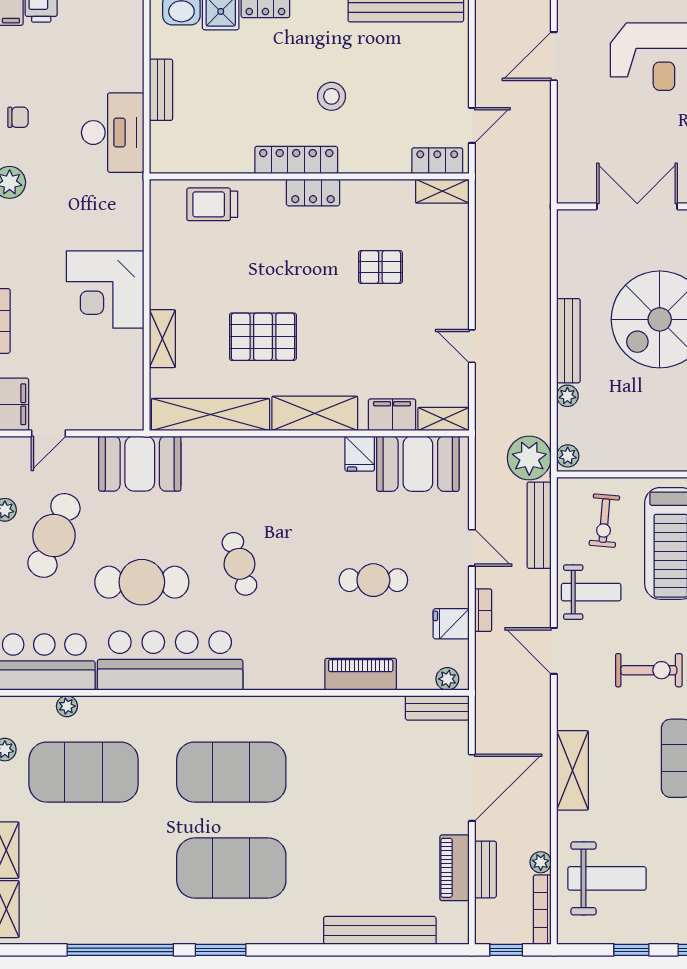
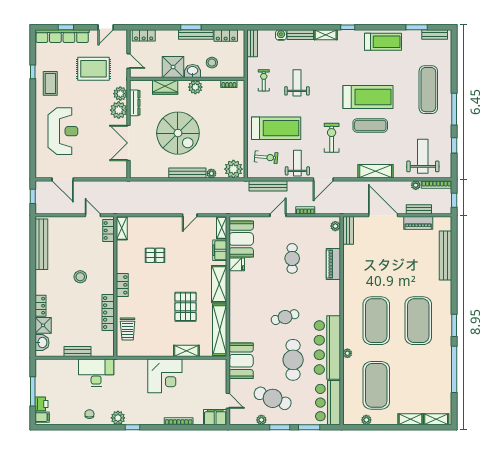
locker: (296, 160) -> (108, 313), moved
pallet: (380, 267) -> (155, 255), turned 90
plant: (568, 456) -> (233, 169), width x1.88, depth x1.88
plant: (529, 458) -> (239, 190), removed
fridge: (451, 624) -> (311, 224), removed
plant: (67, 706) -> (347, 353), moved

